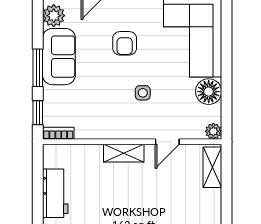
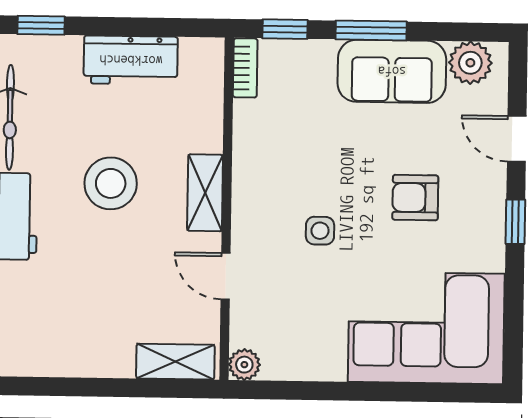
floor lamp: (209, 92) -> (320, 357), removed
stool: (120, 203) -> (111, 183), added

